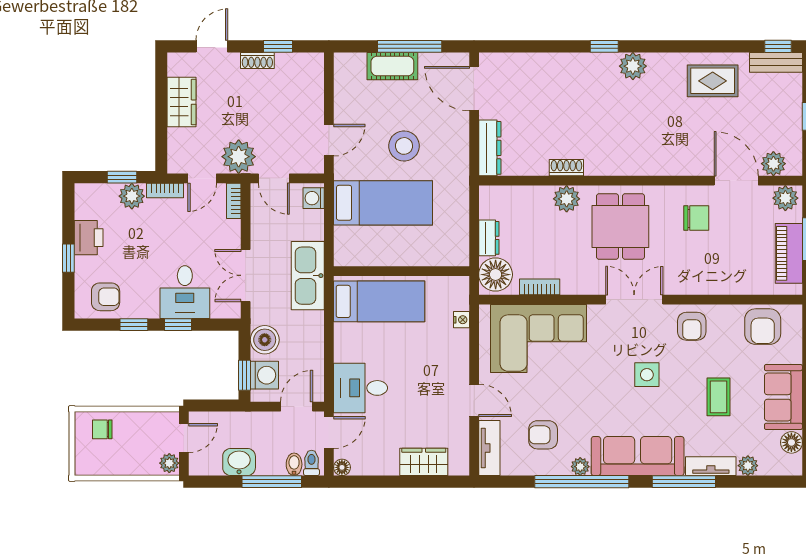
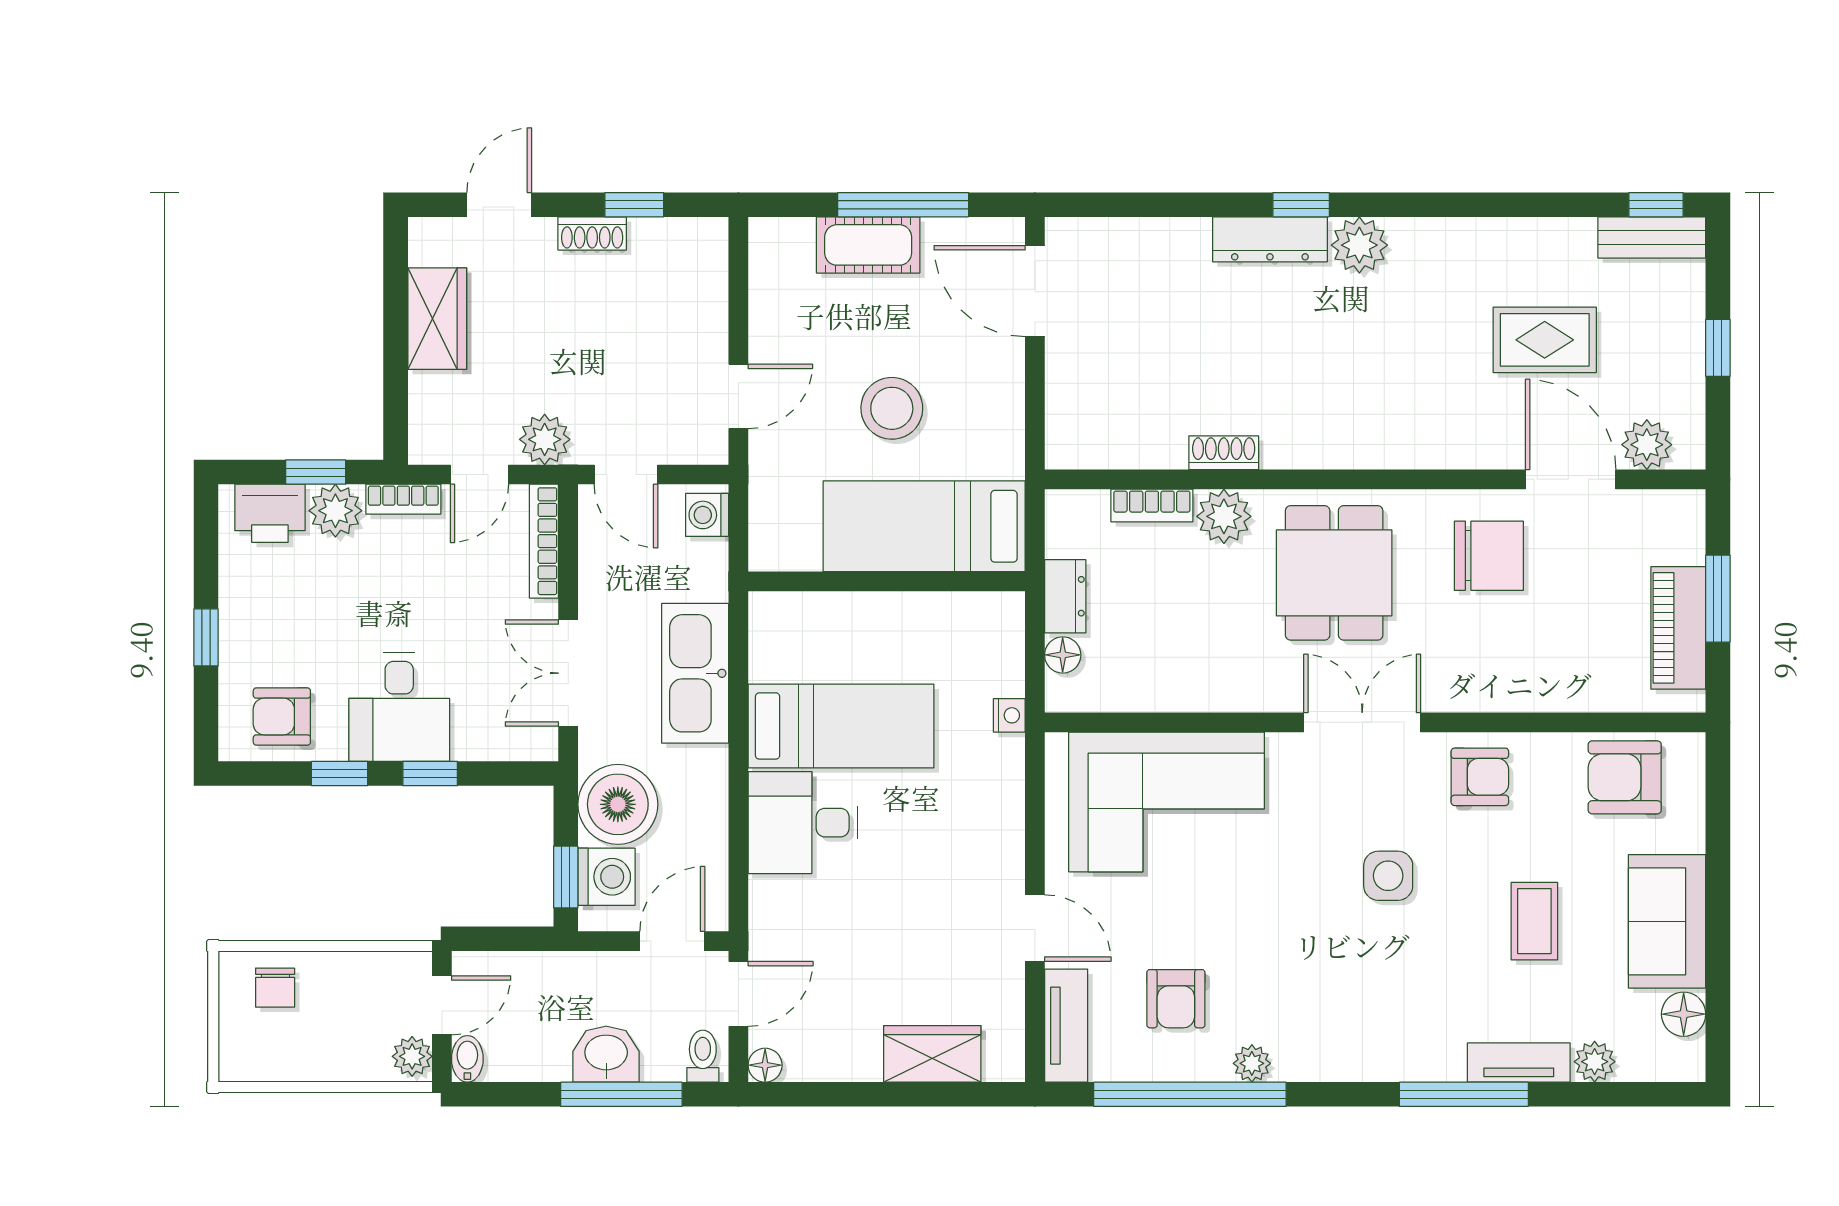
rug: (713, 81) -> (1545, 340), moved
dresser: (490, 148) -> (1270, 239), moved, turned 90
plant: (239, 157) -> (545, 439), width x0.73, depth x0.73
plant: (785, 198) -> (1671, 515), removed
bookcase: (234, 201) -> (544, 541), width x1.56
bed: (383, 203) -> (924, 526), moved, turned 180
chair: (696, 218) -> (1489, 556), width x1.37, depth x1.37
printer: (89, 238) -> (270, 513), moved, turned 90
wall: (401, 271) -> (887, 581), moved
floor lamp: (496, 275) -> (1063, 655), width x0.53, depth x0.53
bookcase: (540, 287) -> (1152, 505), moved, turned 180
desk: (185, 292) -> (399, 707), moved
armchair: (106, 297) -> (282, 717), turned 180
nightstand: (461, 320) -> (1009, 715), moved
armchair: (692, 326) -> (1480, 777), turned -90
armchair: (763, 327) -> (1625, 777), turned 90
boiler: (265, 340) -> (618, 804), width x1.37, depth x1.37
desk: (361, 388) -> (803, 823), moved
chair: (102, 429) -> (275, 988), turned -90
armchair: (543, 435) -> (1176, 999), turned -90
sofa: (638, 456) -> (1369, 1042), removed
washbasin: (239, 462) -> (606, 1054), moved
bidet: (294, 464) -> (467, 1059), moved
window: (582, 482) -> (1190, 1094), moved

